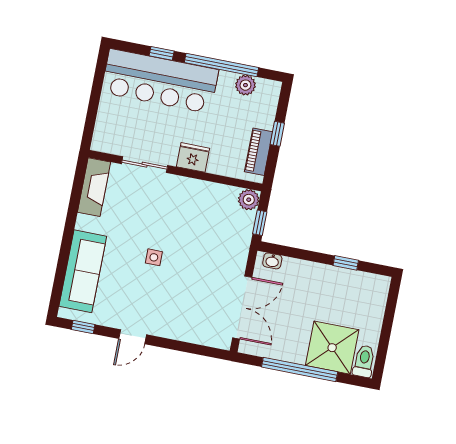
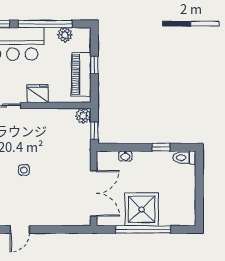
piano: (259, 152) -> (81, 74), width x1.37, depth x1.33
washbasin: (272, 261) -> (125, 156), moved
shower: (332, 348) -> (142, 209), moved
toilet: (364, 361) -> (184, 158), moved, turned -90

